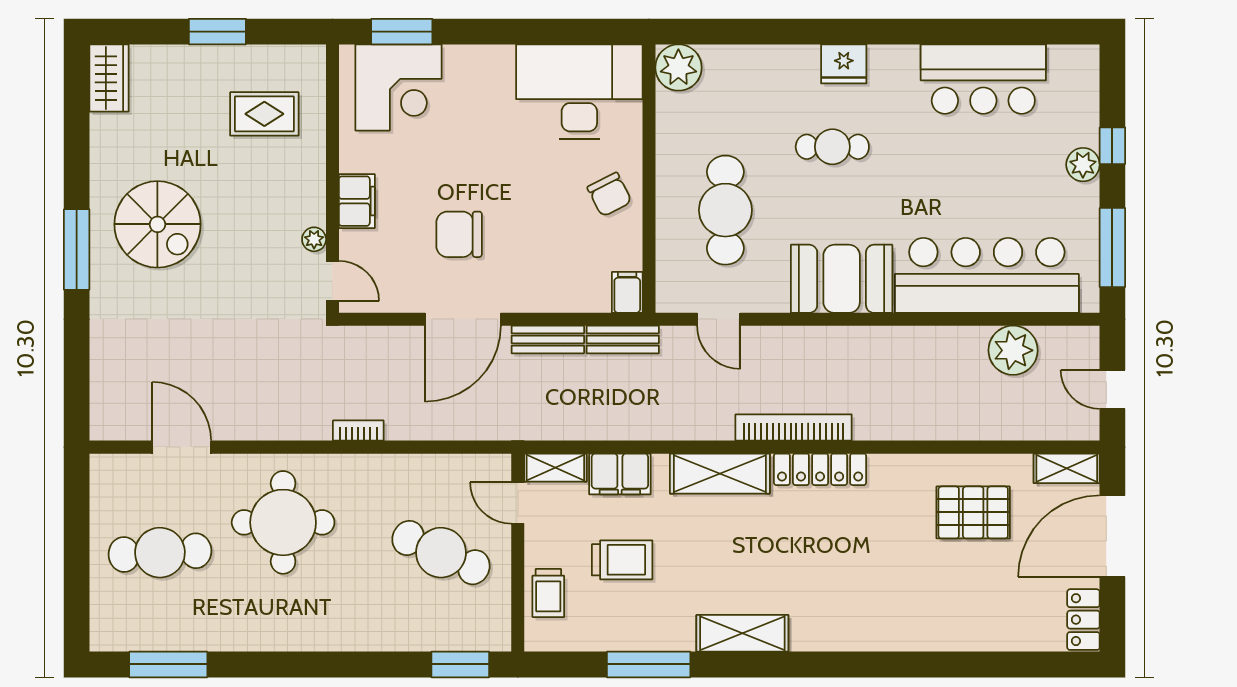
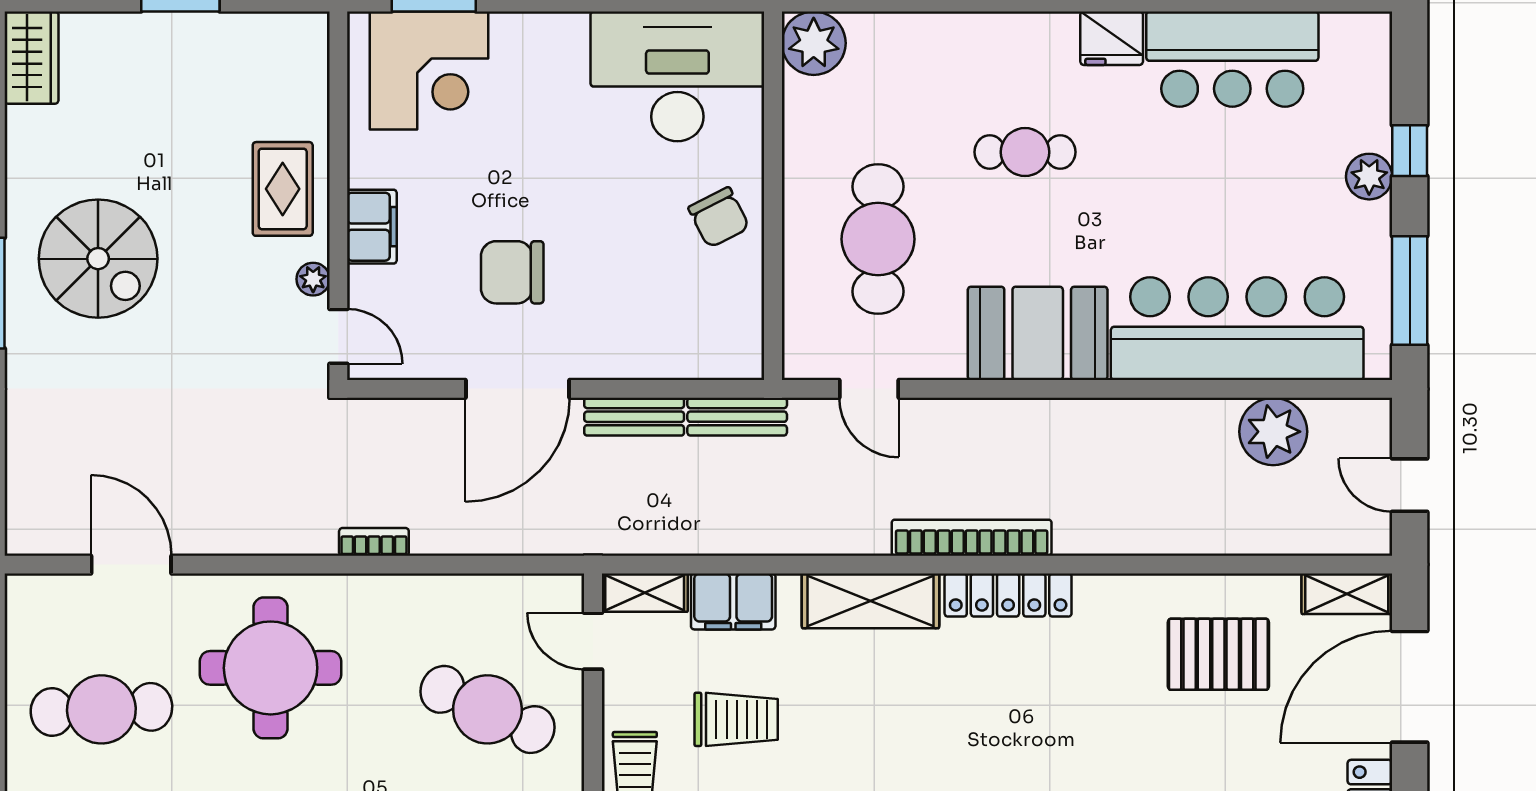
fridge: (844, 64) -> (1112, 38), moved
rug: (264, 114) -> (283, 189), moved, turned 90
filing cabinet: (627, 292) -> (743, 352), removed

